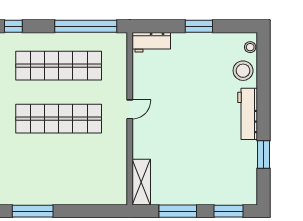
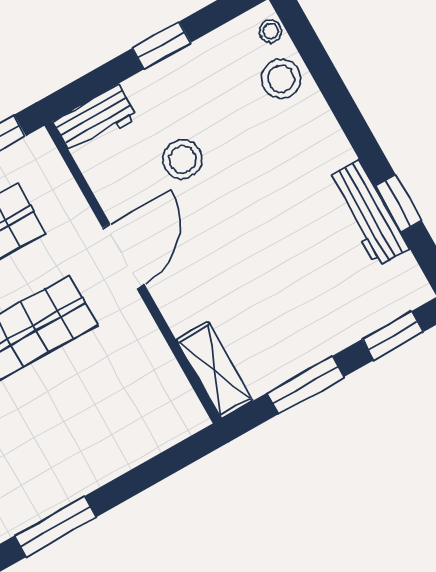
stool: (180, 82) -> (183, 159), added
door: (130, 109) -> (123, 256), width x1.87
workbench: (248, 114) -> (368, 213), moved

